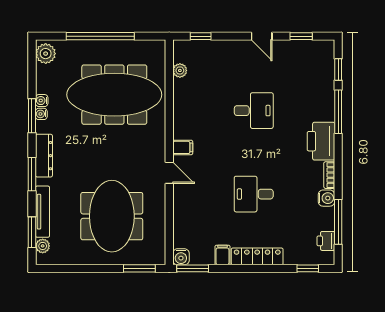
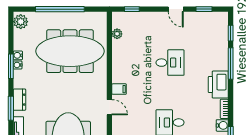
dresser: (44, 156) -> (19, 100), width x0.70

